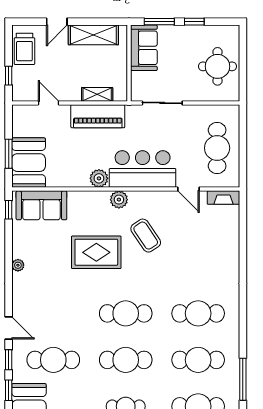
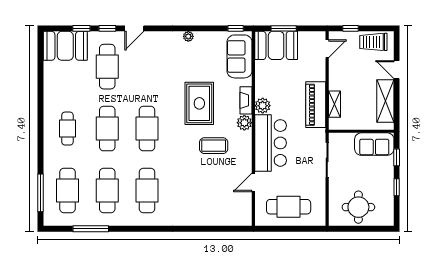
window: (159, 22) -> (397, 157), width x0.67
door: (49, 103) -> (327, 49), moved
fireplace: (223, 198) -> (246, 100), moved
coffee table: (146, 236) -> (214, 146), turned 34

